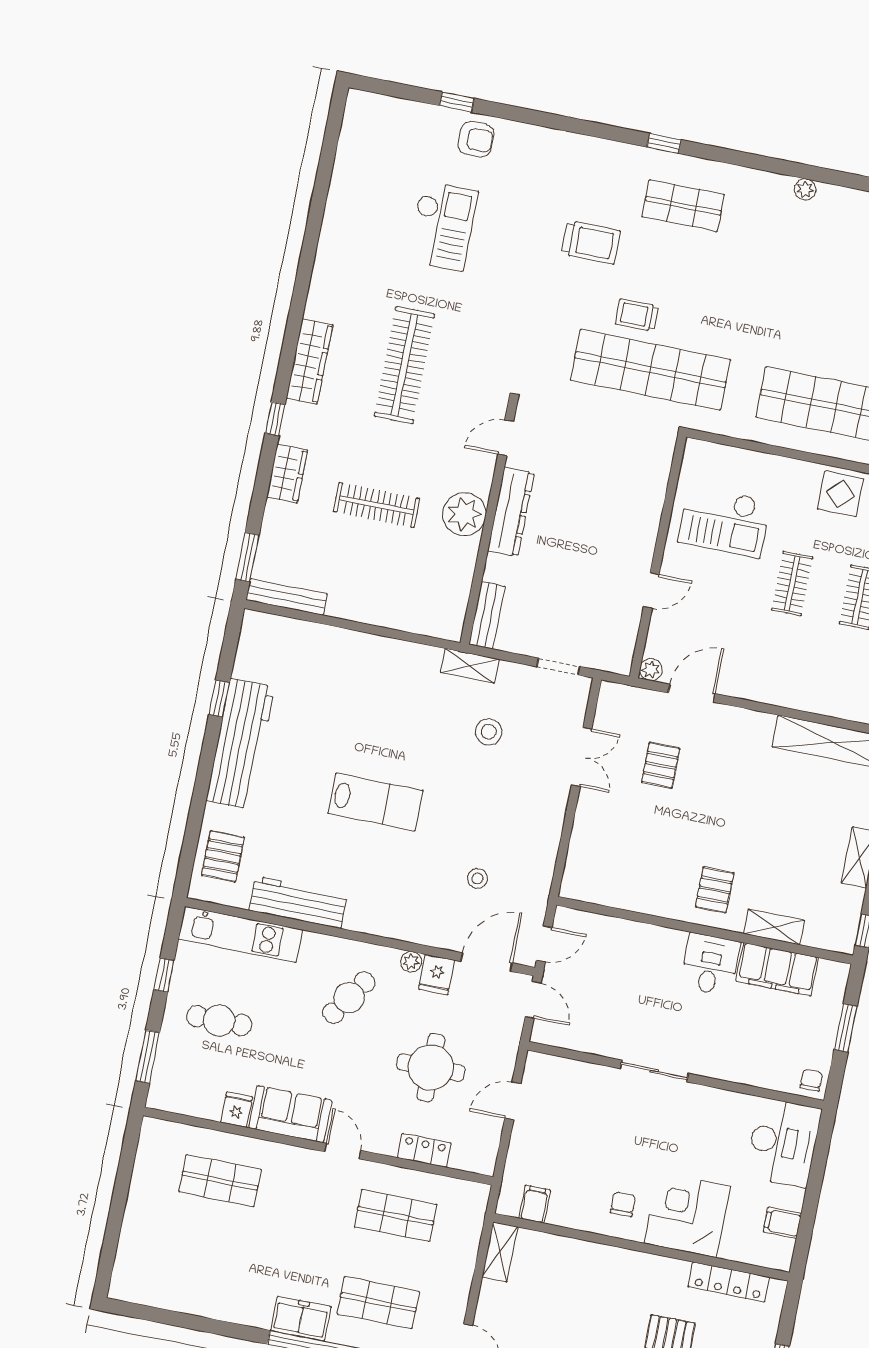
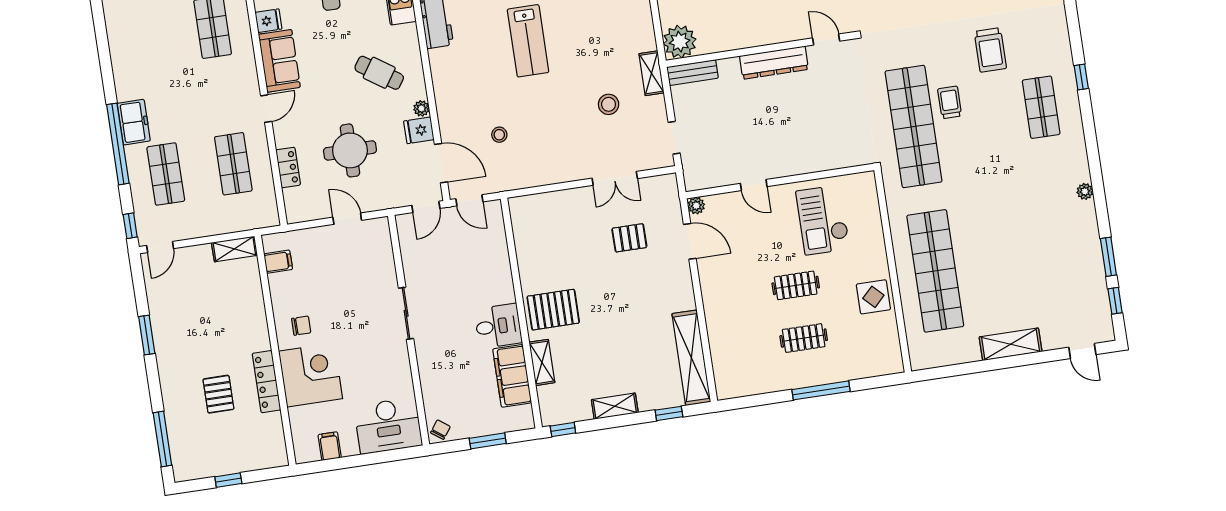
plant: (464, 514) -> (680, 42), moved
pallet: (715, 890) -> (553, 310), width x1.50, depth x1.42
chair: (811, 1080) -> (440, 430), turned -54
locker: (729, 1282) -> (266, 382), moved

